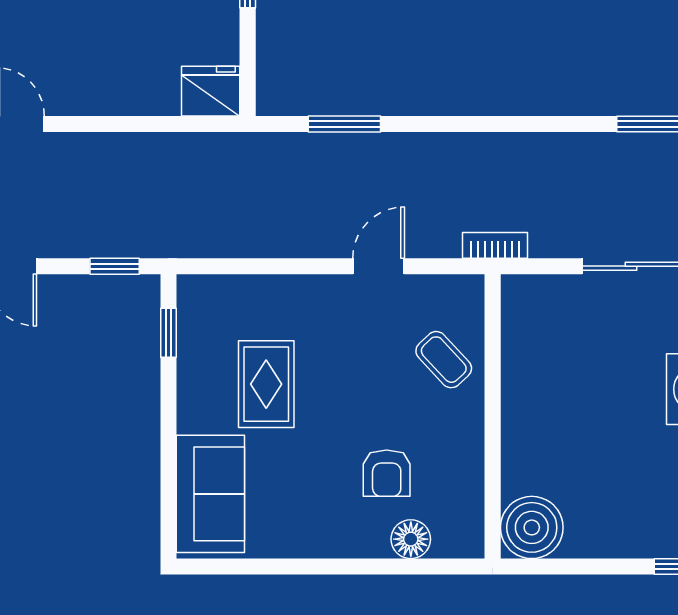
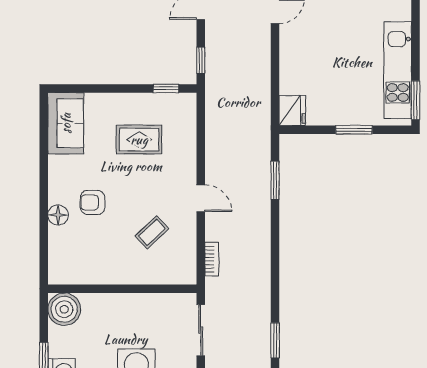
wall: (493, 416) -> (122, 289), moved
sofa: (210, 494) -> (66, 123), moved, turned -90
boiler: (532, 527) -> (64, 309), moved

